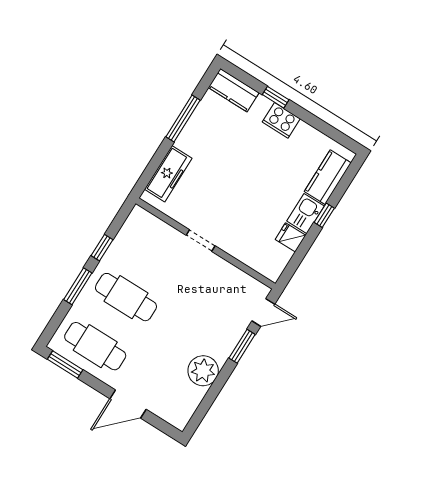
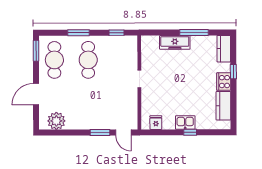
freezer: (168, 174) -> (175, 42), moved
kitchen counter: (328, 177) -> (223, 106), moved, turned -90
fridge: (290, 237) -> (156, 123), moved
window: (102, 248) -> (117, 33), moved
plant: (203, 371) -> (56, 121), moved
door: (128, 404) -> (36, 94), hinge flipped

